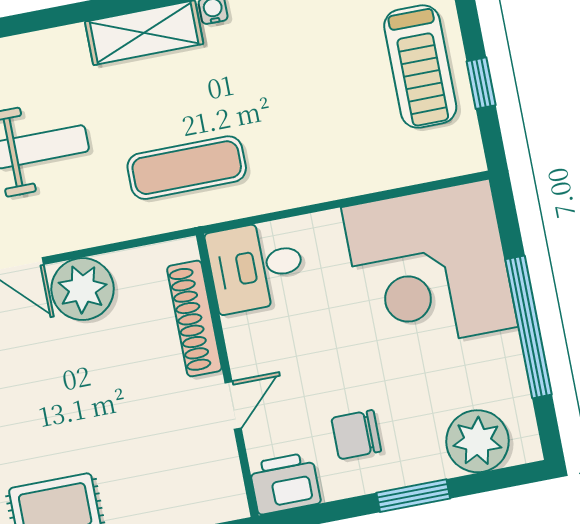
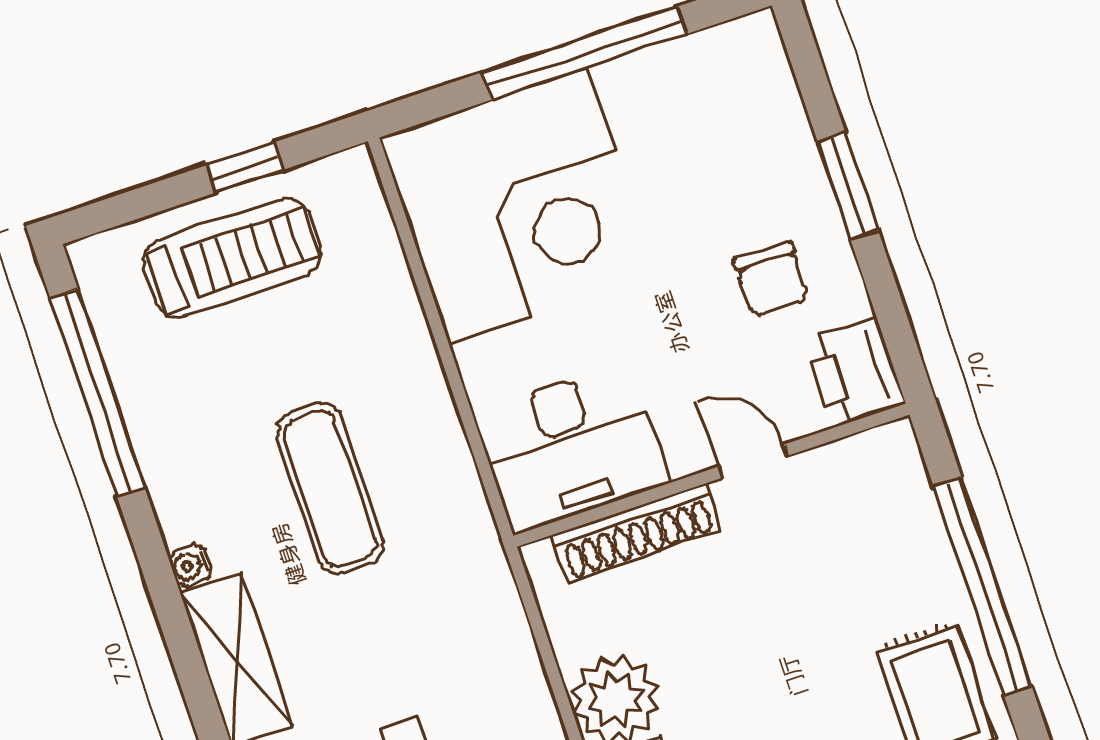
exercise mat: (187, 168) -> (330, 489), moved
desk: (256, 266) -> (571, 448), width x1.37
plant: (477, 441) -> (758, 104), removed

